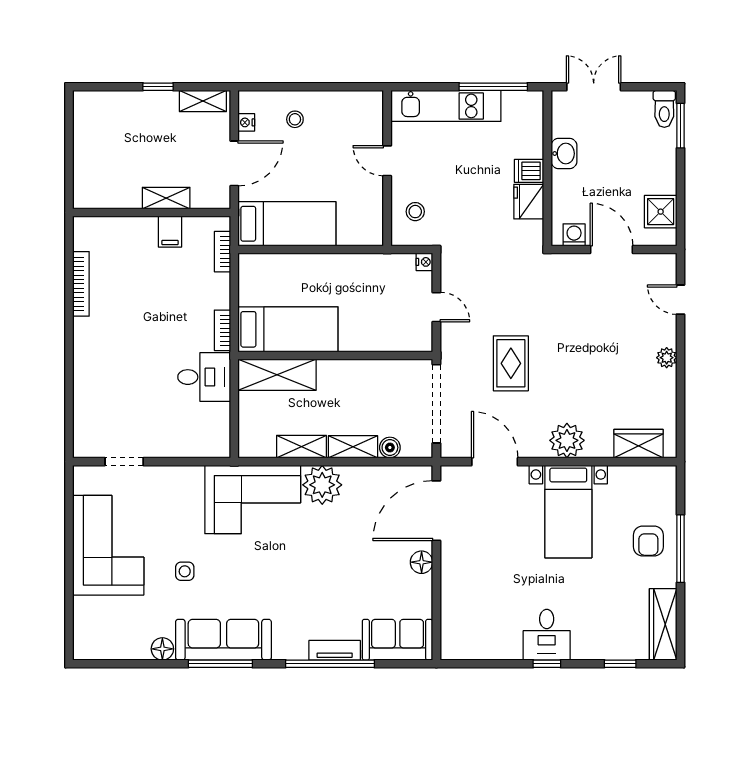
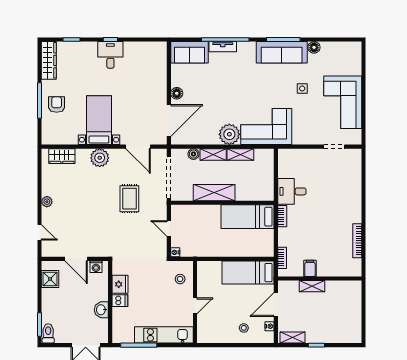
door: (387, 161) -> (195, 306), hinge flipped
shelving: (277, 375) -> (214, 193), moved

